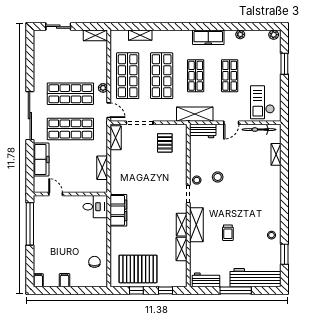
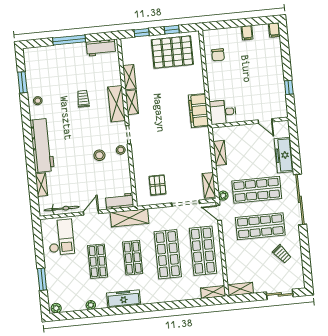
shelving: (140, 35) -> (213, 292), moved
trolley: (52, 65) -> (282, 254), added
plant: (103, 88) -> (223, 196), moved
window: (30, 224) -> (289, 87), width x0.32
workbench: (255, 278) -> (42, 146), moved, turned -90

